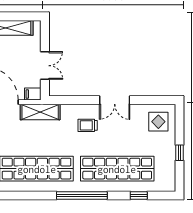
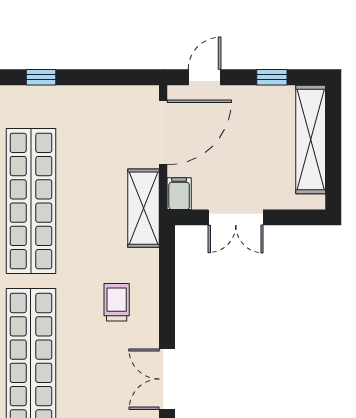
double door: (115, 100) -> (167, 379), moved

